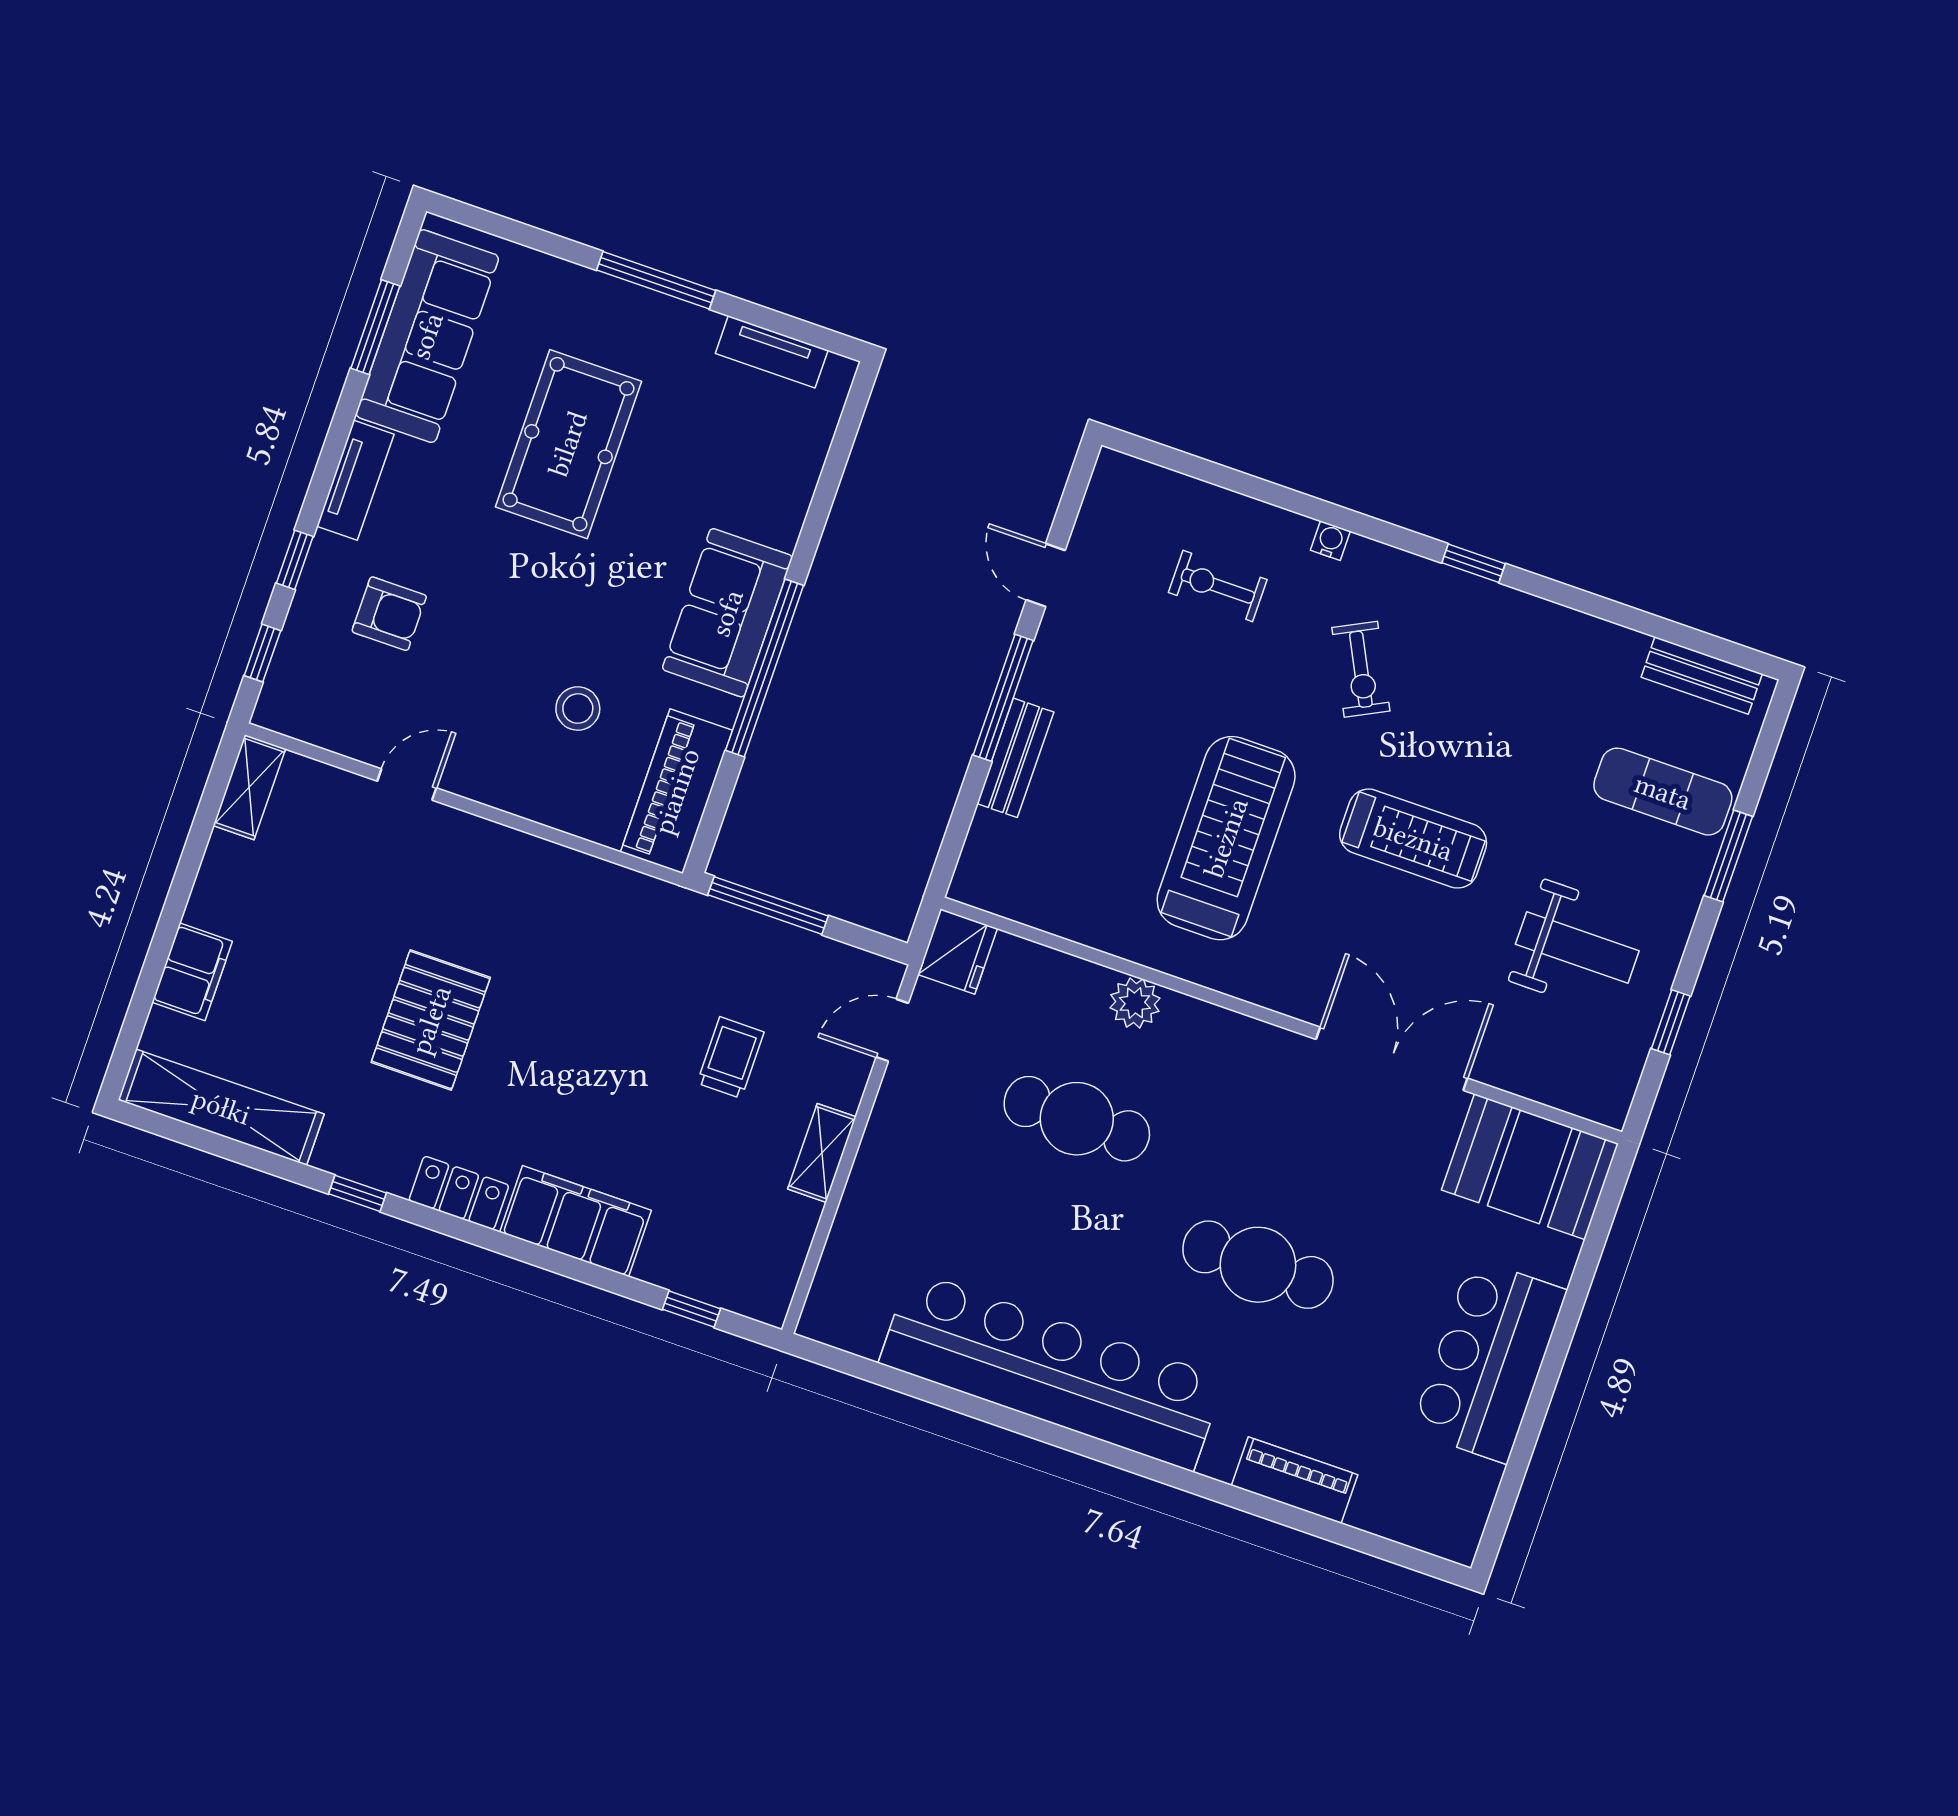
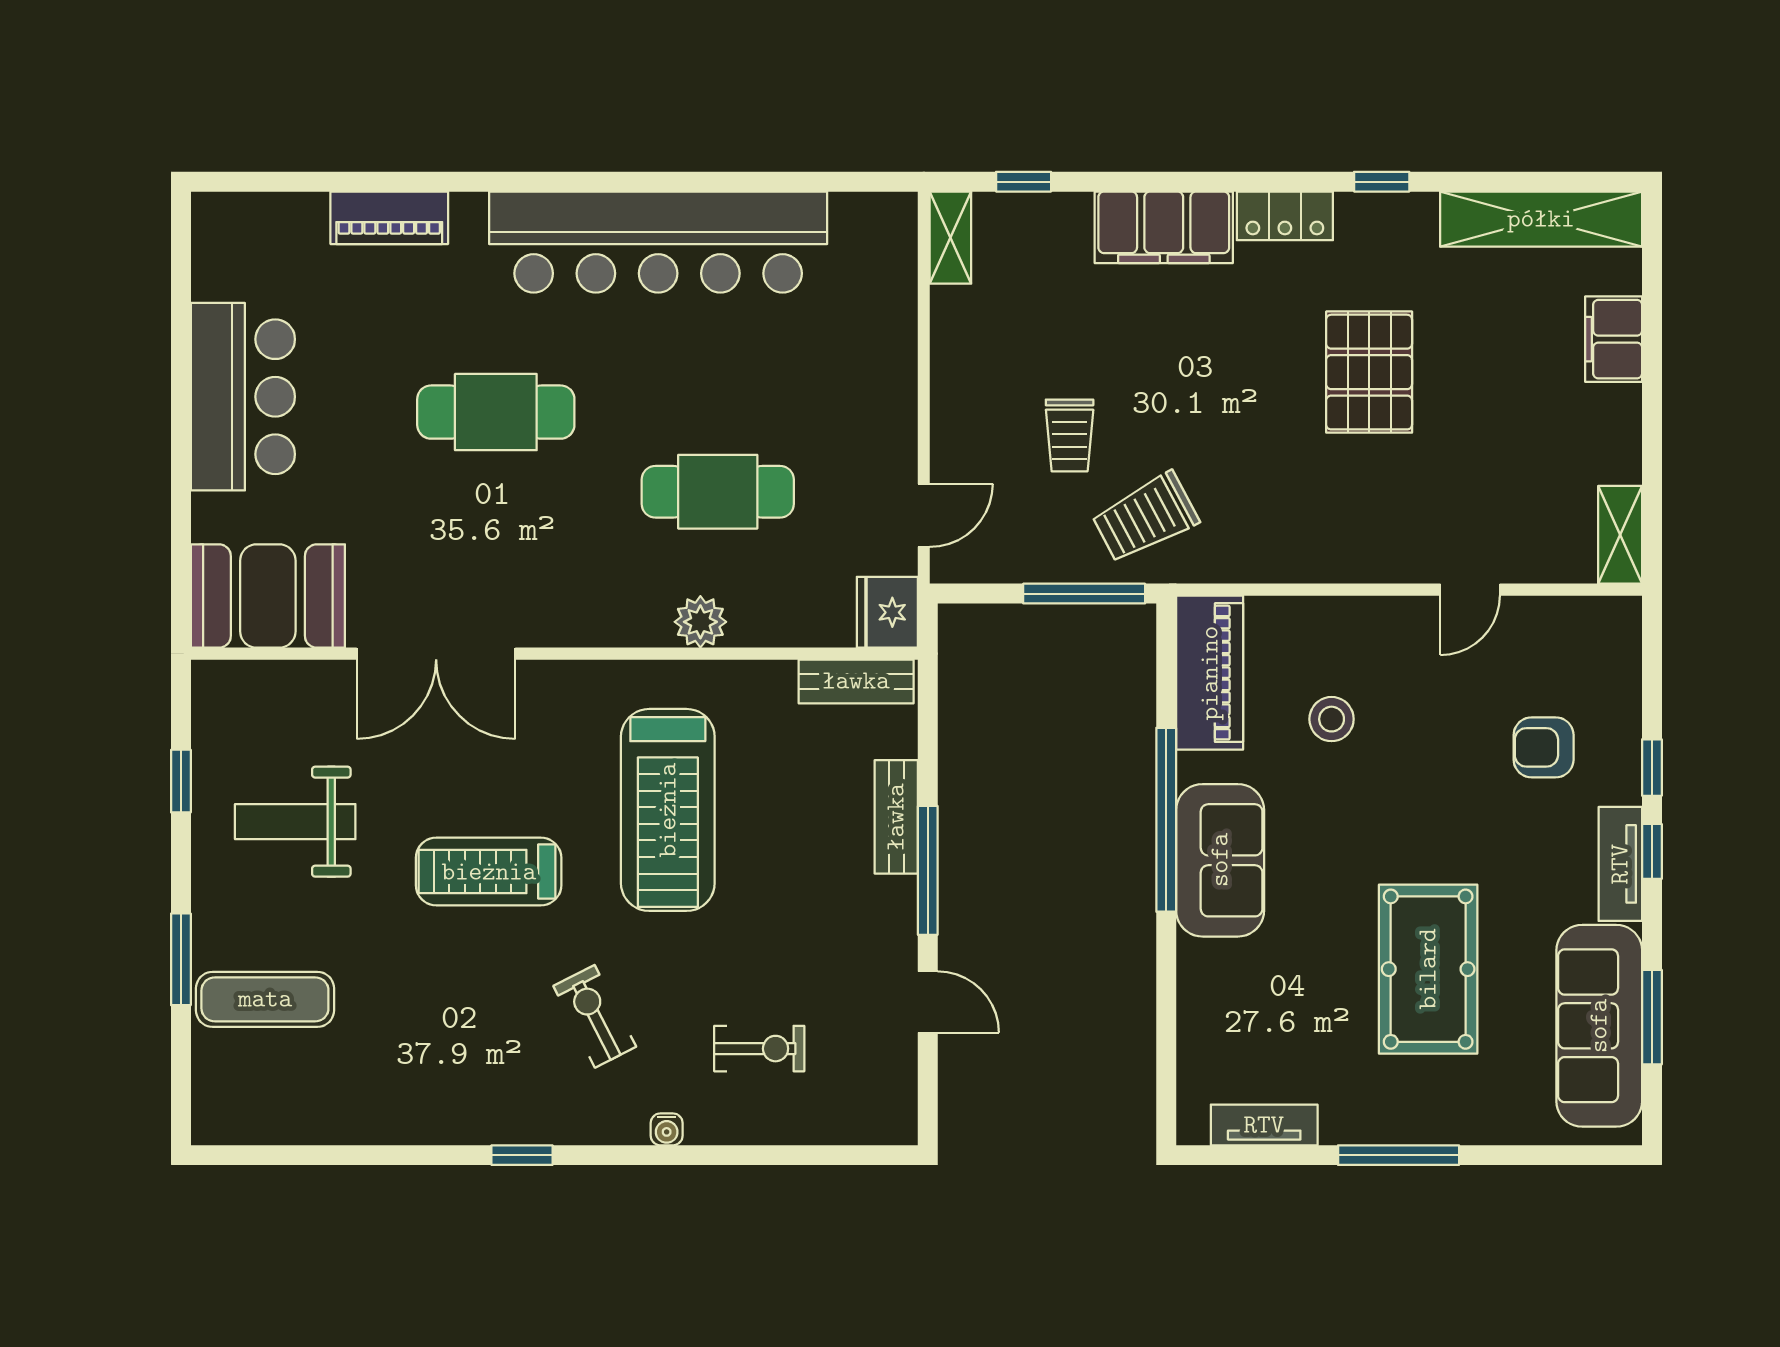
window: (262, 653) -> (1652, 851), moved
bench: (1702, 675) -> (856, 681), moved
trolley: (686, 957) -> (1145, 518), added
shelving: (822, 1153) -> (950, 238), moved

